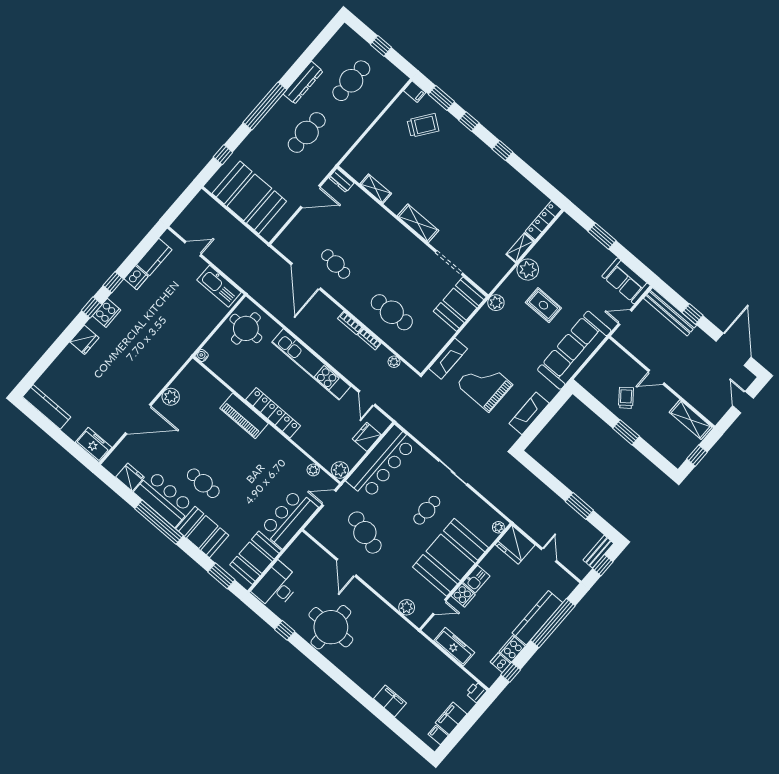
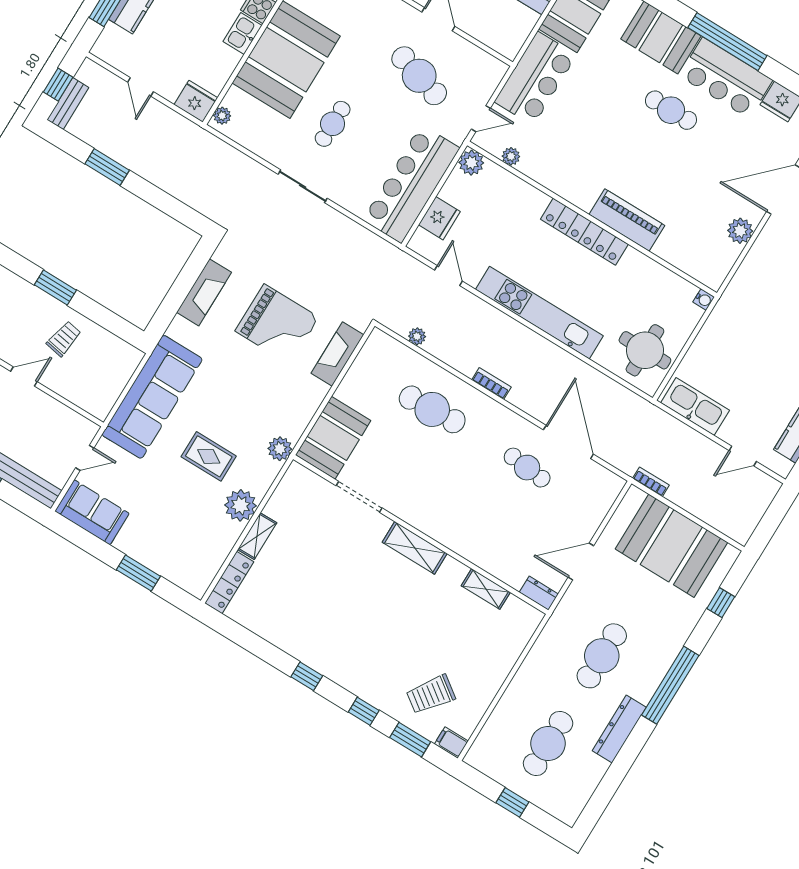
bookcase: (369, 339) -> (651, 482), moved
trolley: (626, 398) -> (64, 339), turned -132
fridge: (515, 545) -> (196, 101), width x0.73, depth x0.75

